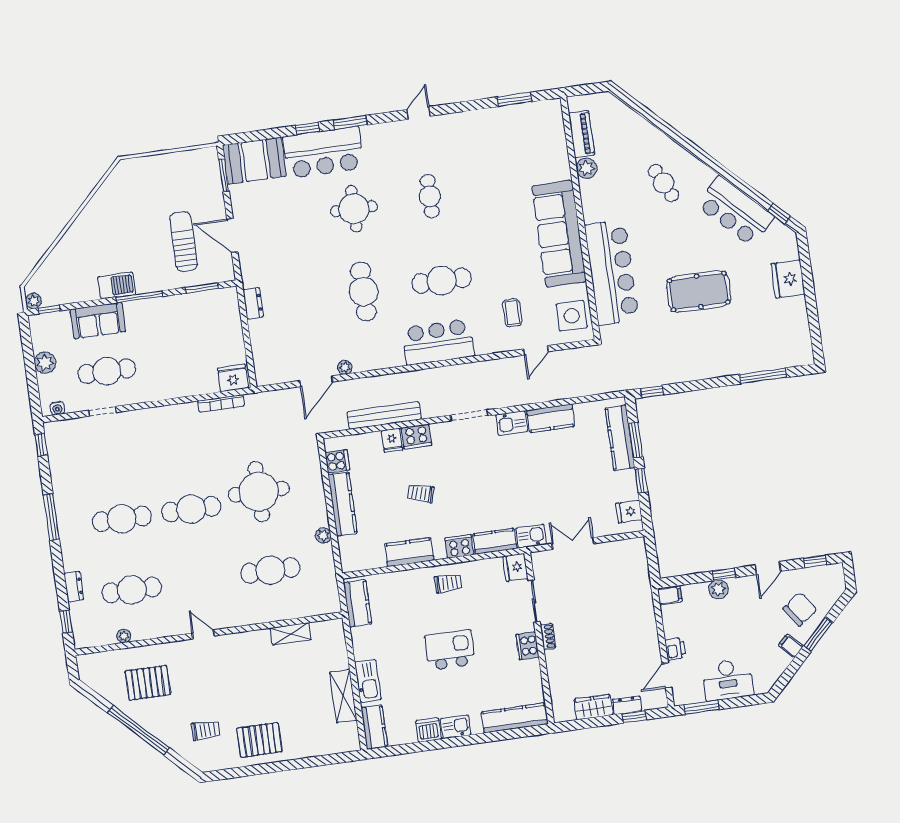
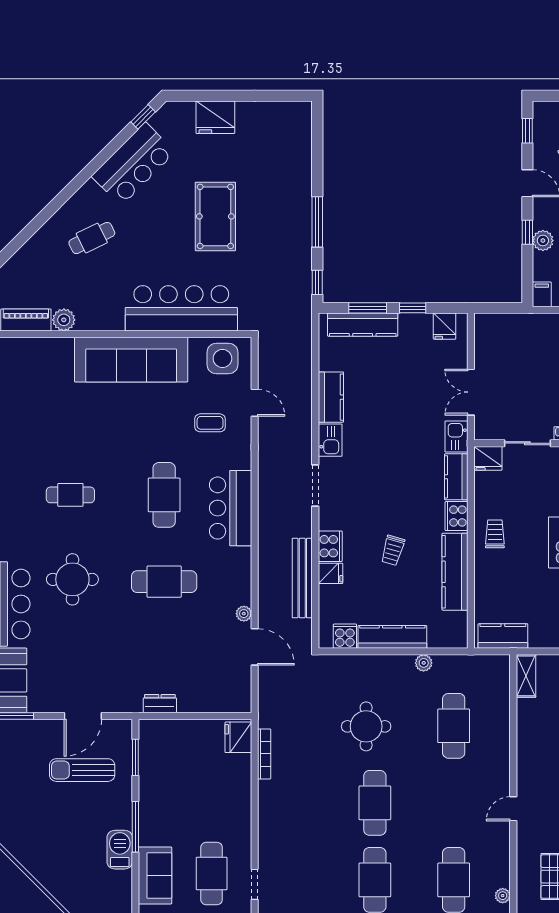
window: (763, 376) -> (317, 222), moved
round table: (259, 492) -> (366, 726), width x0.73, depth x0.73
kitchen counter: (409, 552) -> (455, 572), width x1.50
shelving: (291, 634) -> (526, 676), moved

